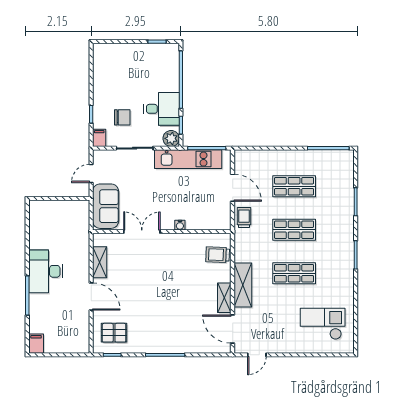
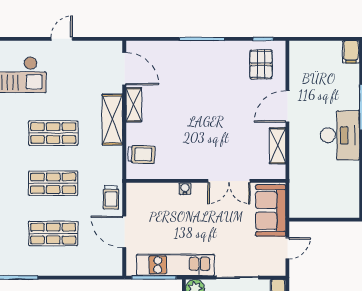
door: (91, 296) -> (287, 106), hinge flipped
pallet: (114, 333) -> (261, 64), turned 90
door: (257, 355) -> (62, 39), moved

